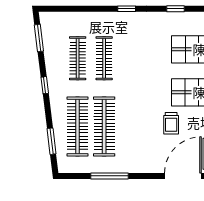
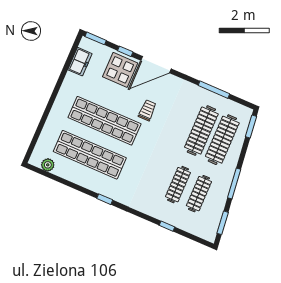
window: (127, 9) -> (167, 226), moved
window: (45, 85) -> (234, 184), width x2.17
window: (51, 141) -> (251, 127), moved

